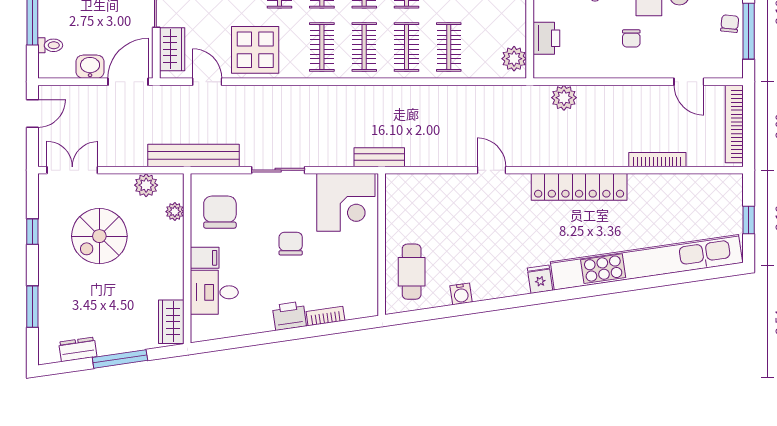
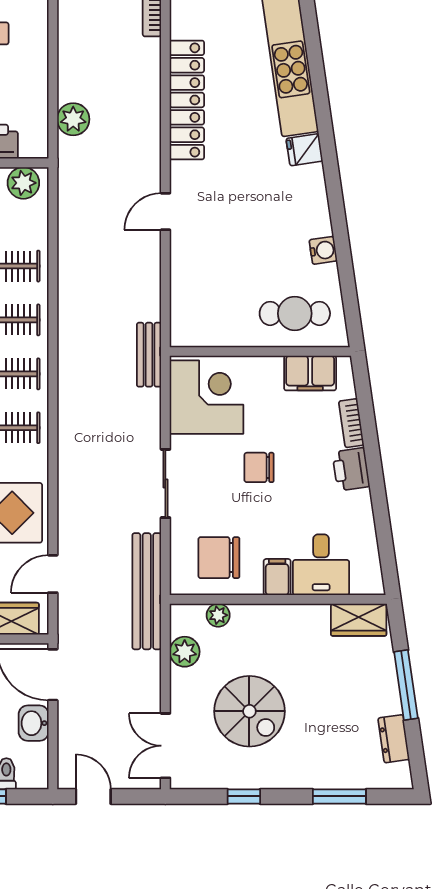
filing cabinet: (365, 284) -> (310, 373), added

